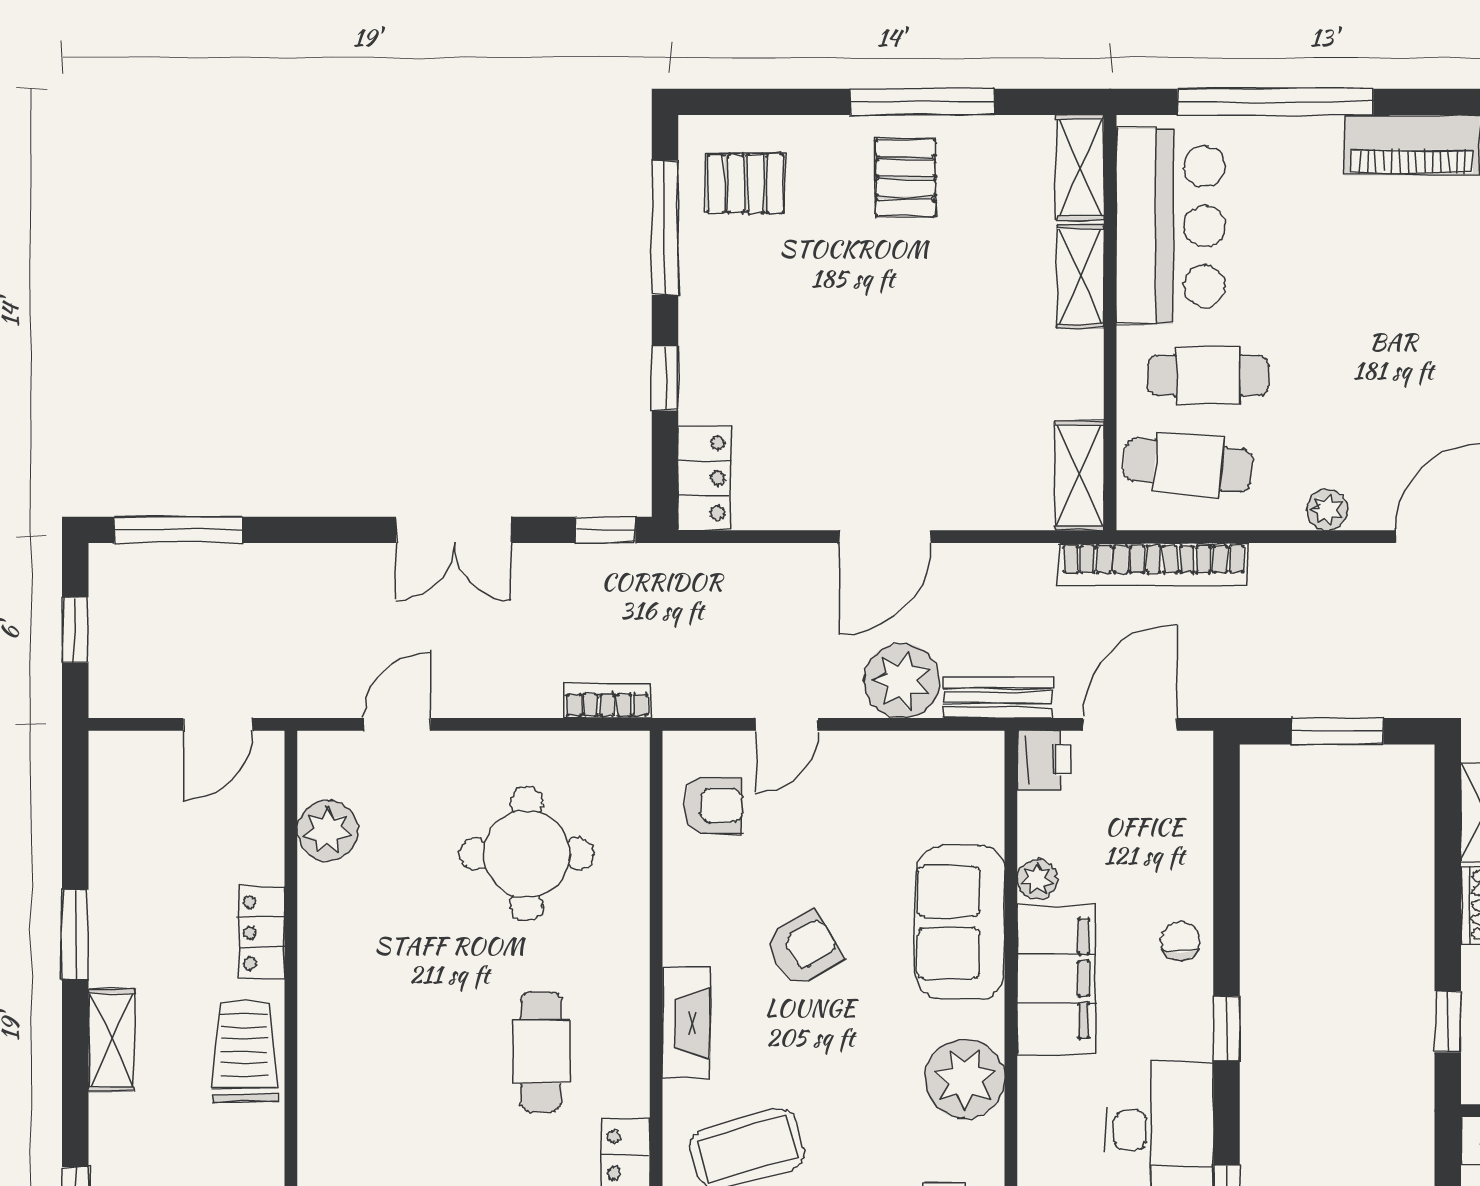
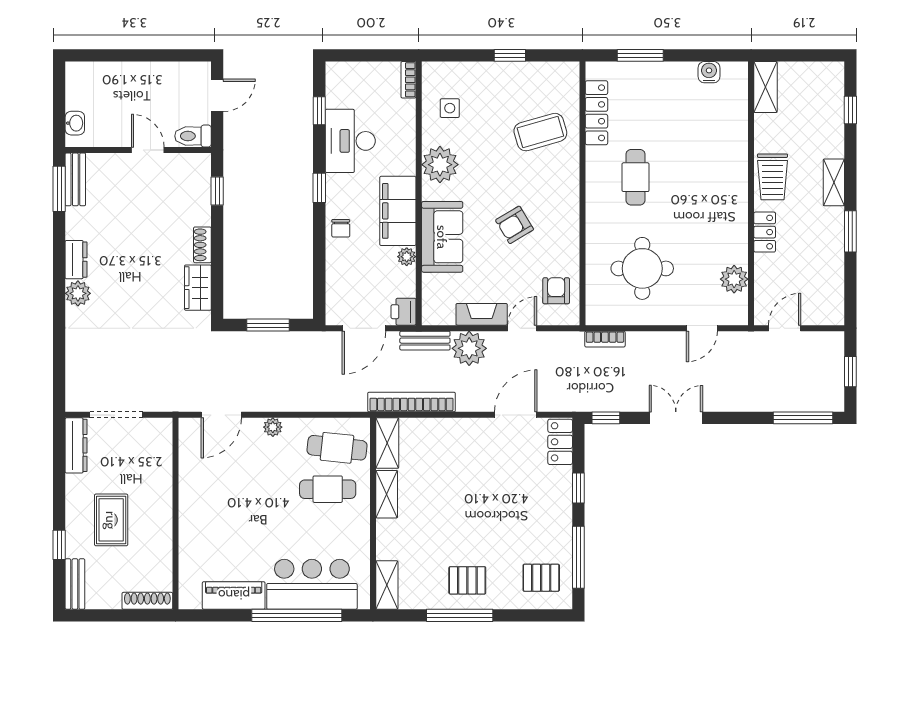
pallet: (906, 178) -> (467, 580), turned 90
bar counter: (1171, 226) -> (312, 584), moved, turned 90
shelving: (1081, 277) -> (387, 494), moved
door: (885, 537) -> (516, 415), moved
bookcase: (1154, 564) -> (411, 402), moved
armchair: (713, 805) -> (556, 291), turned 90
fireplace: (686, 1023) -> (482, 314), moved, turned 90

